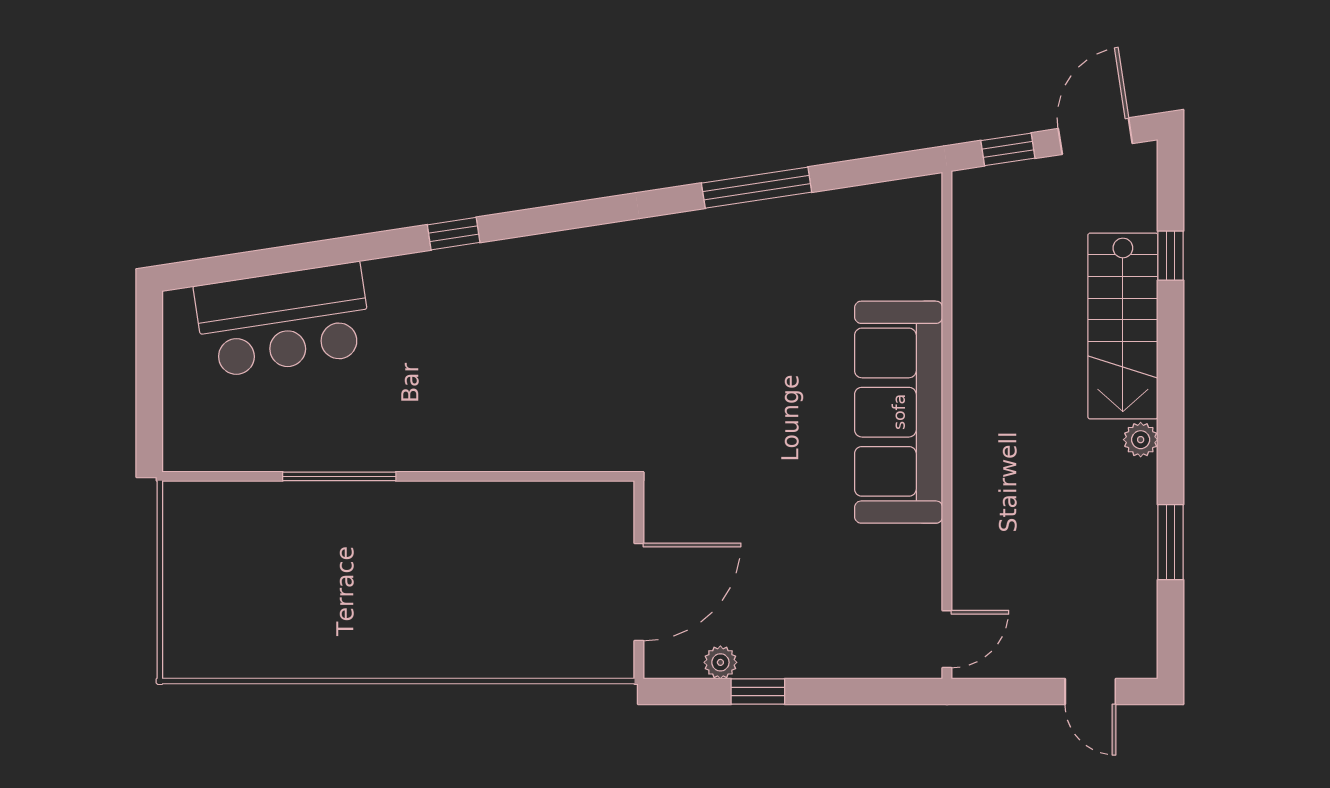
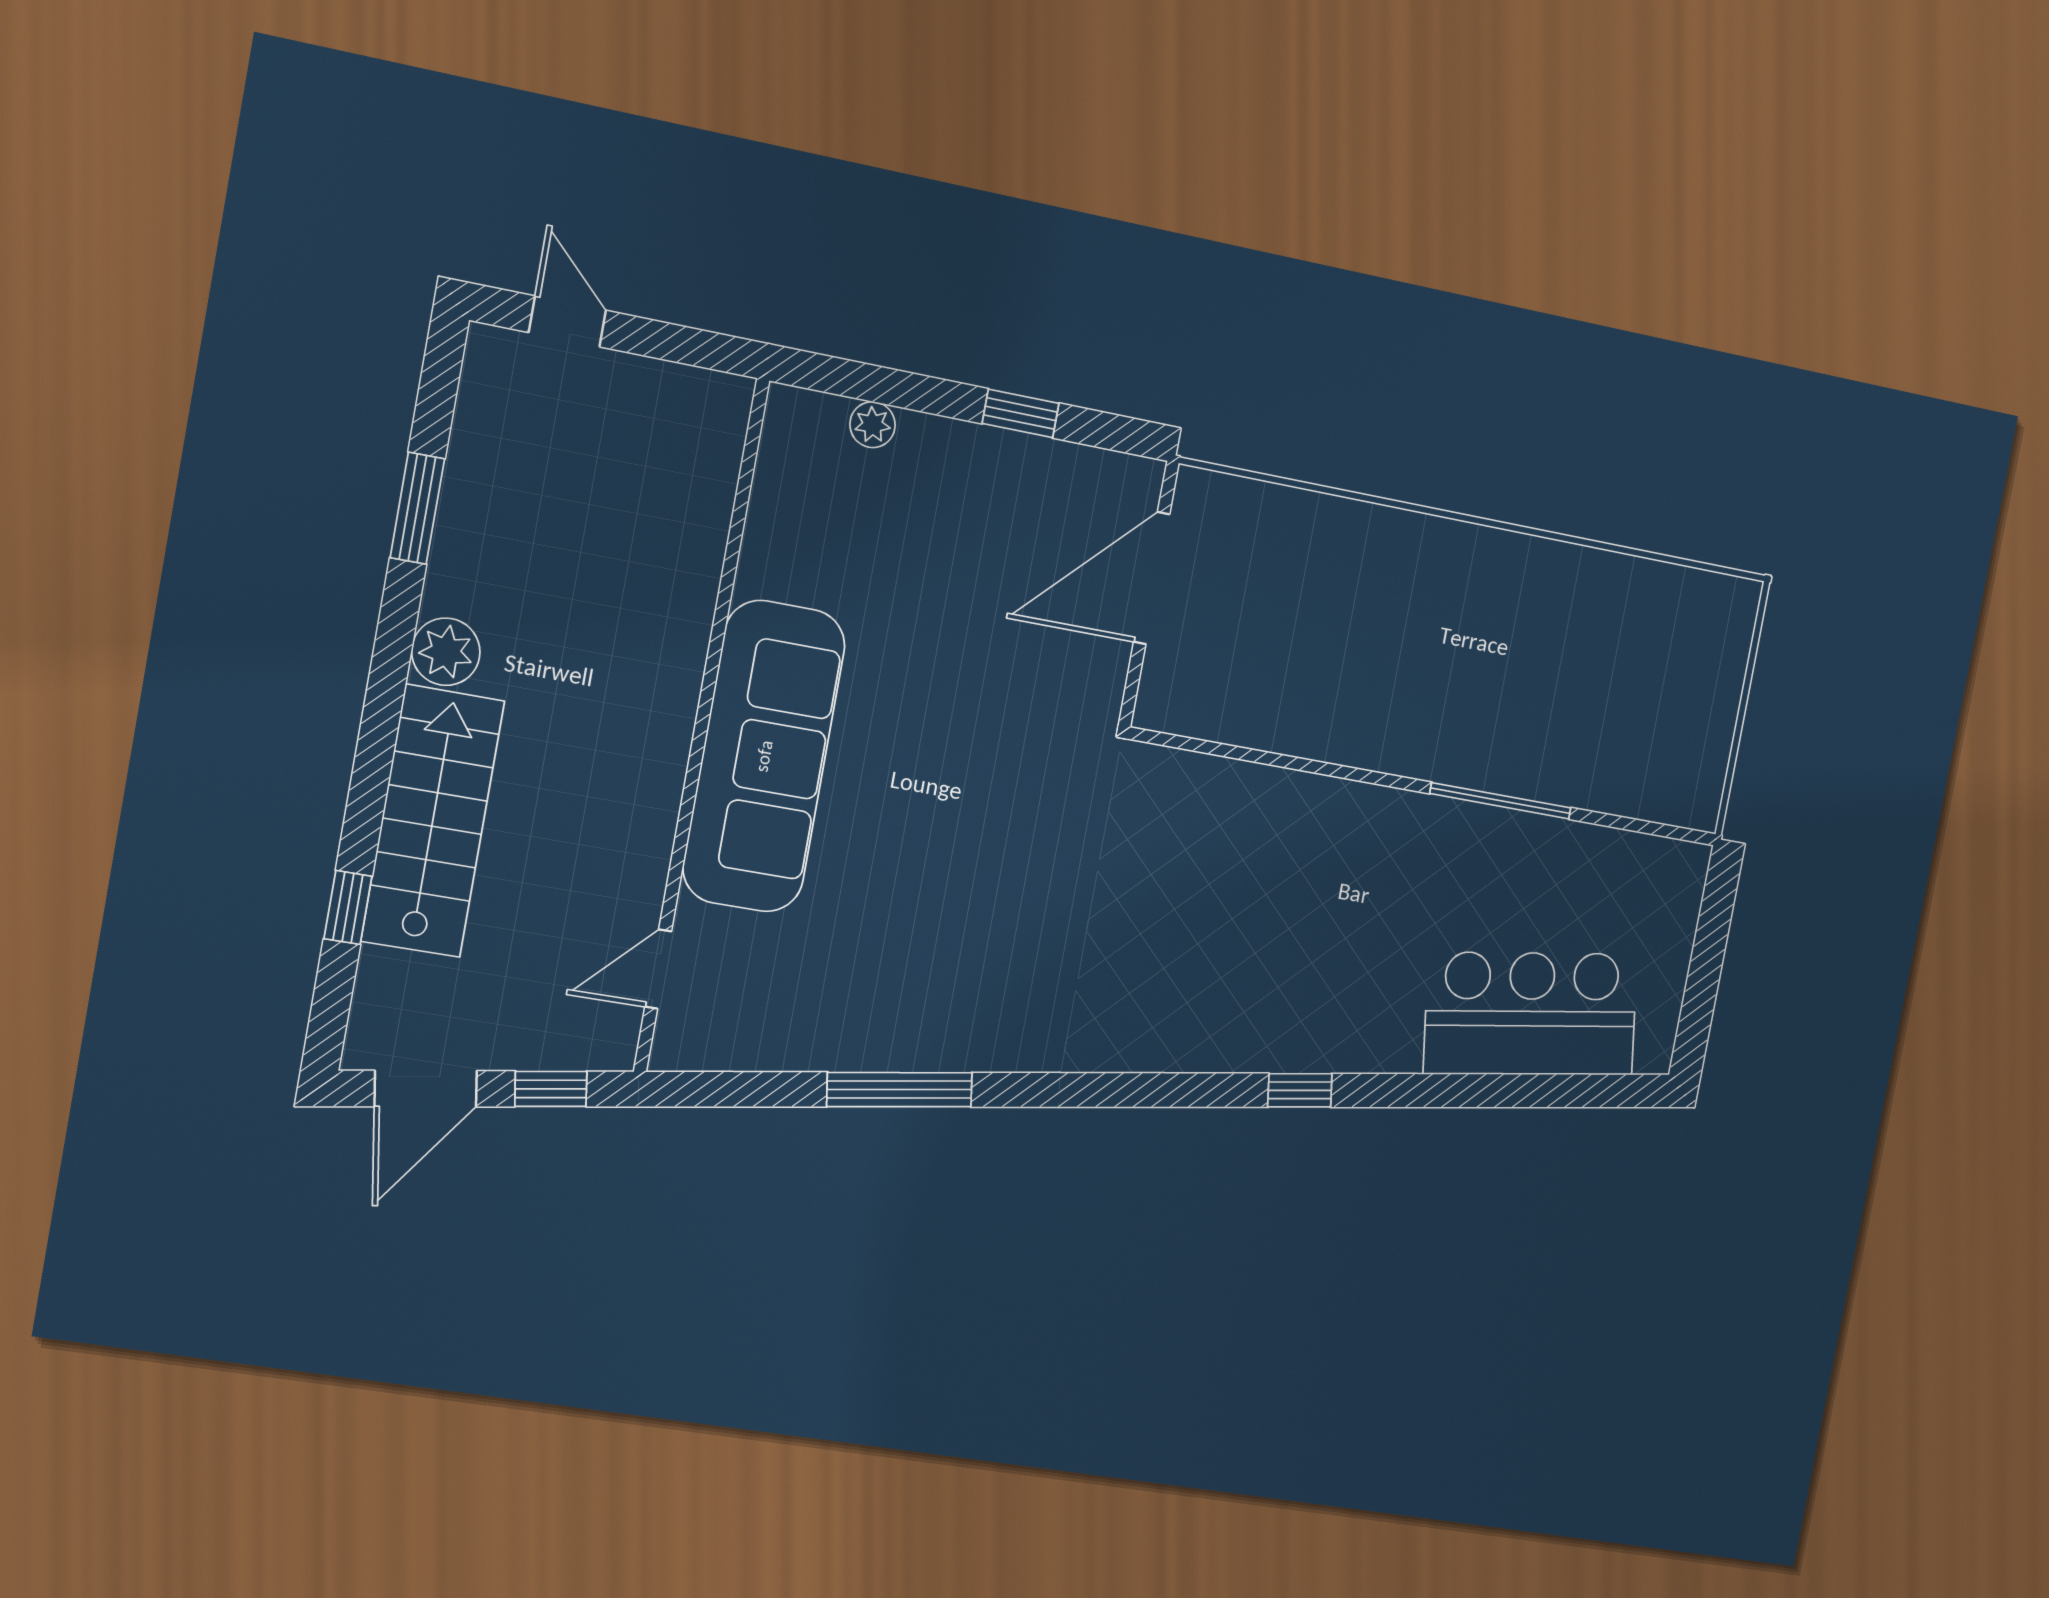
plant: (1141, 440) -> (446, 652), width x1.38, depth x1.38
door: (947, 639) -> (658, 969), moved
plant: (720, 662) -> (873, 425), moved

